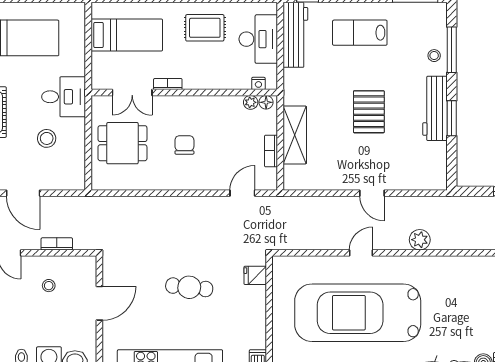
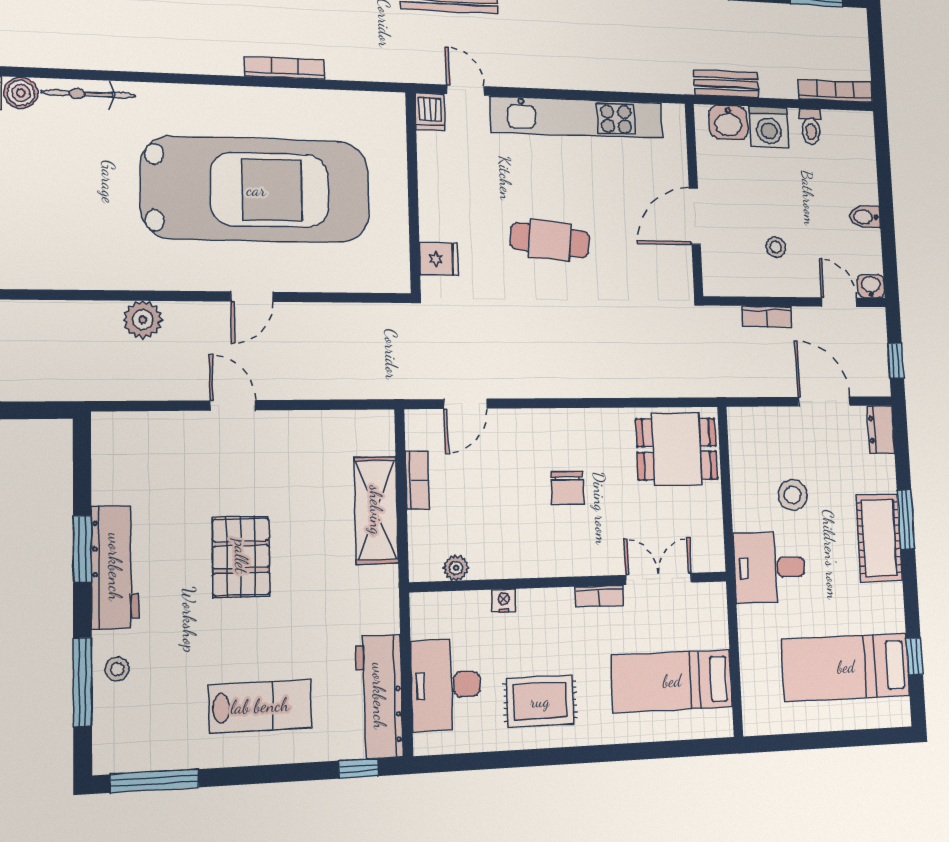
nightstand: (258, 83) -> (504, 601), moved
floor lamp: (266, 102) -> (429, 569), removed
dining table: (122, 143) -> (677, 449), moved

